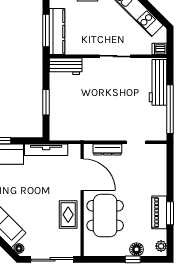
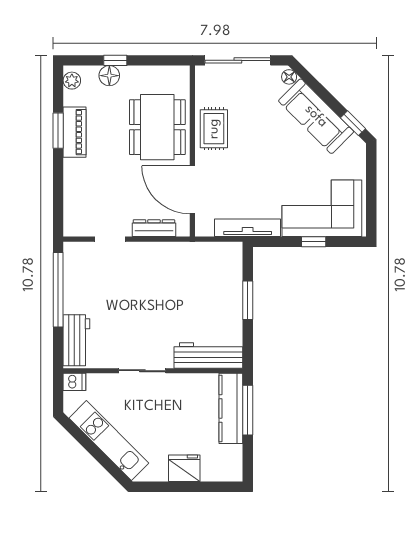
workbench: (66, 66) -> (208, 355), width x1.37
workbench: (158, 82) -> (76, 340), width x0.73

